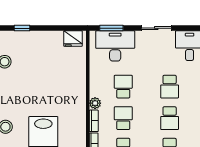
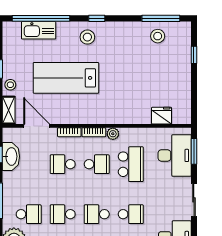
fridge: (73, 39) -> (162, 116), moved, turned 90
school desk: (123, 87) -> (131, 164), width x1.85
school desk: (170, 87) -> (131, 214), turned 180

